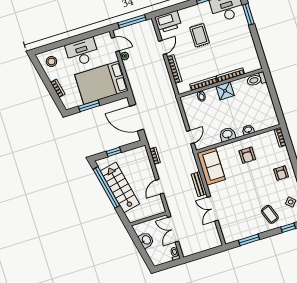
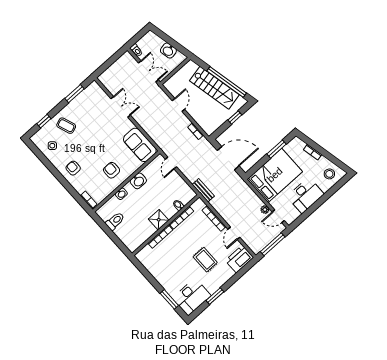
toilet: (256, 80) -> (115, 221), moved
bench: (199, 184) -> (203, 190), moved

